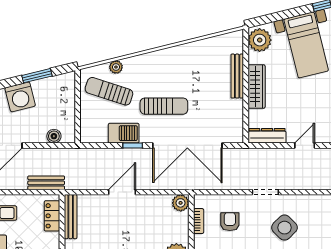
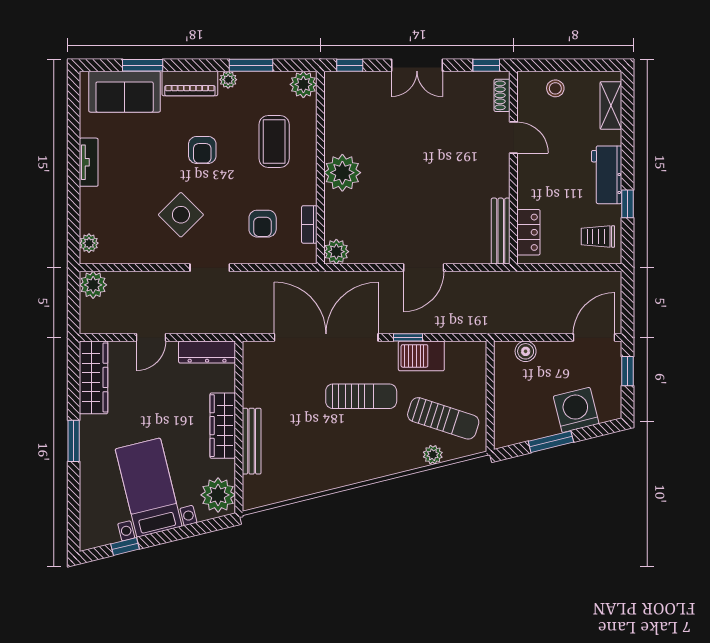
sun lounger: (164, 106) -> (361, 396), turned 180
bench: (46, 183) -> (537, 282), removed

